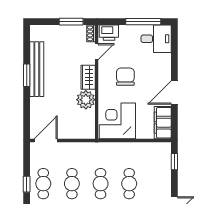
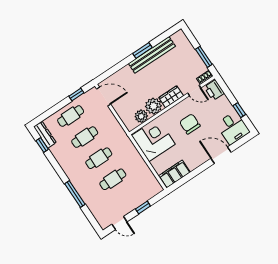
window: (143, 22) -> (239, 110), width x0.46
chair: (125, 77) -> (190, 124), turned -90
door: (174, 93) -> (221, 155), moved
plant: (88, 117) -> (141, 116), added
window: (174, 162) -> (143, 207), moved
window: (27, 184) -> (76, 94), moved

